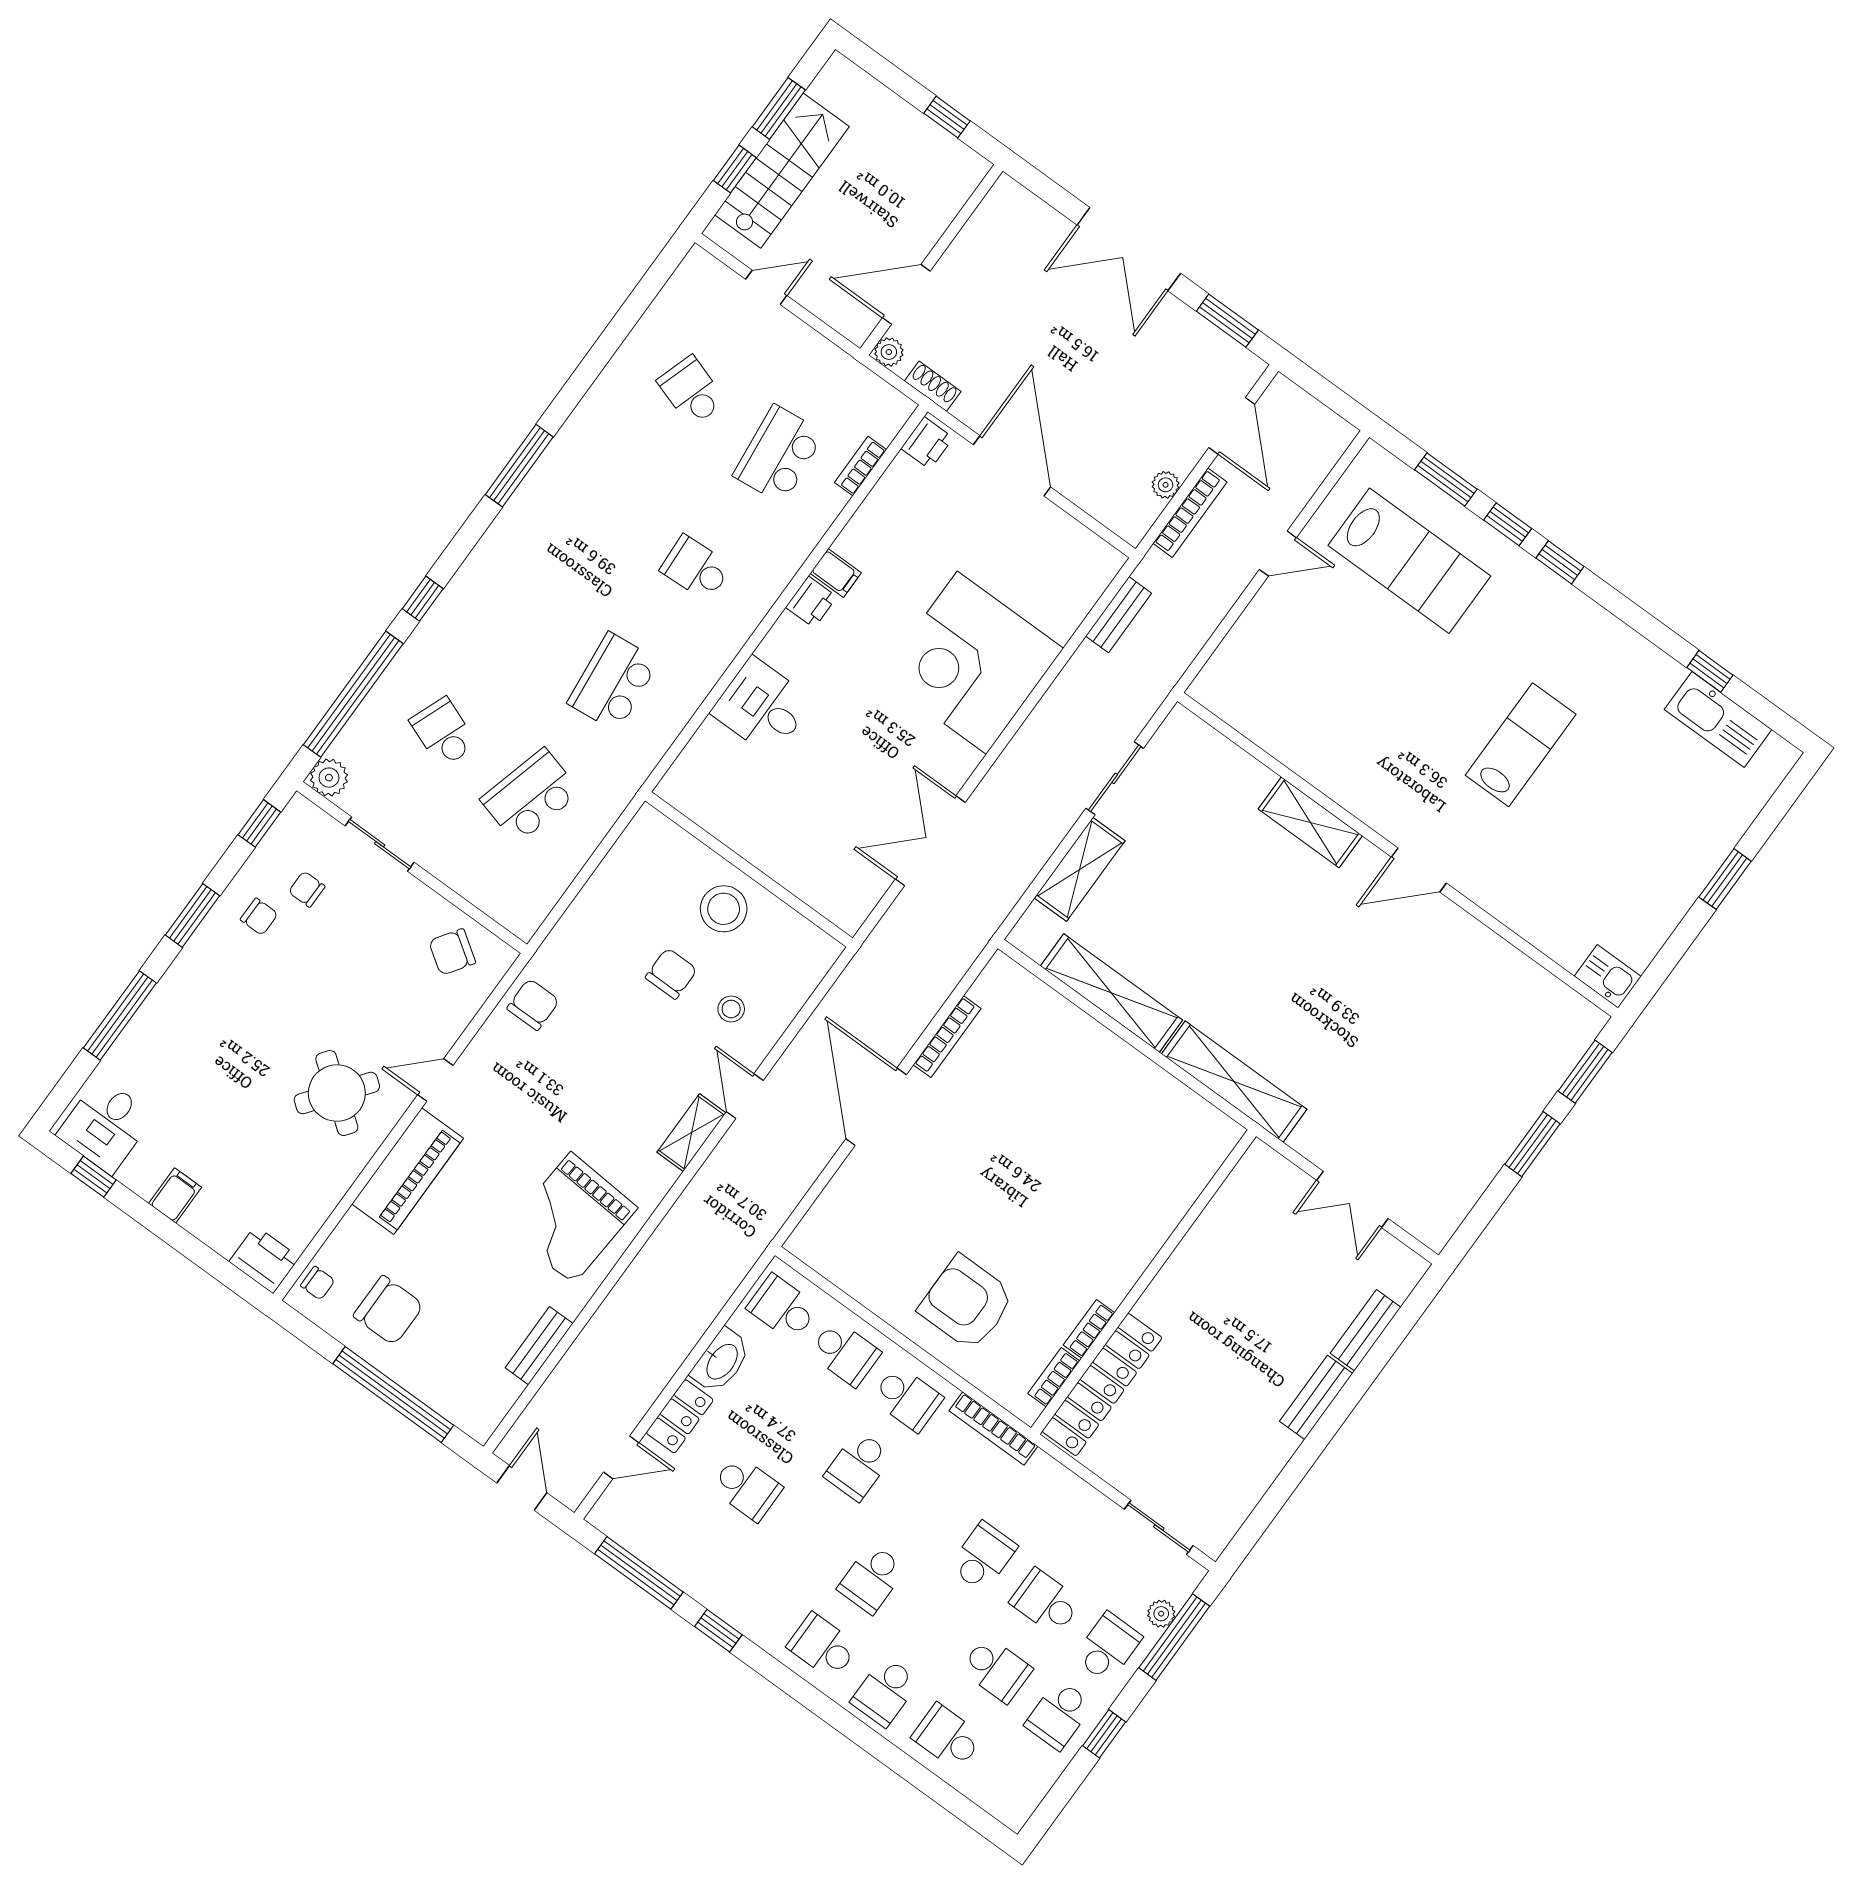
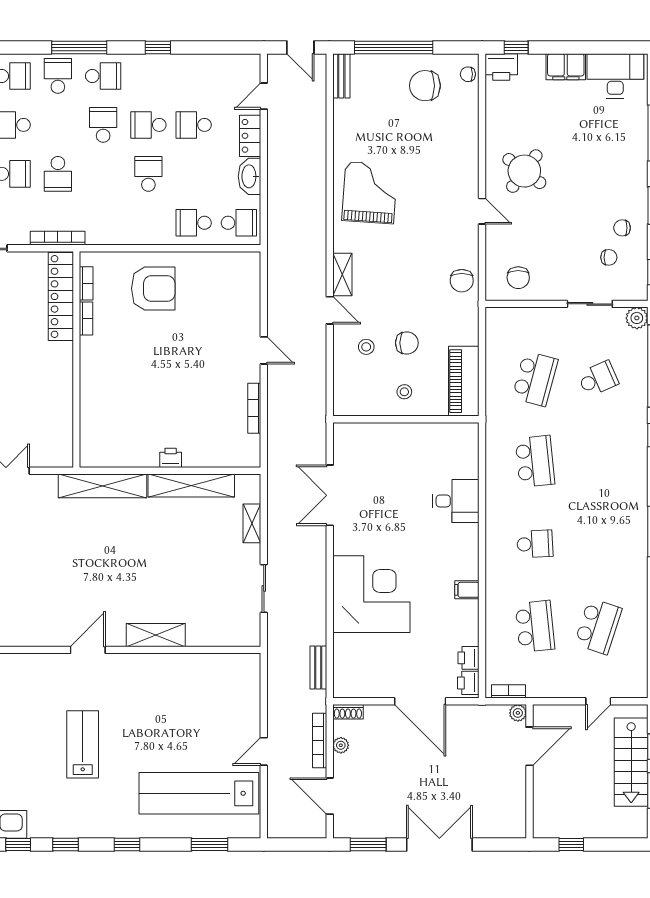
shoe rack: (933, 386) -> (348, 712), moved
school desk: (691, 391) -> (598, 626), width x1.85
bookcase: (861, 466) -> (509, 691), moved, turned -90
window: (1508, 524) -> (66, 844), moved
lab bench: (1409, 561) -> (199, 793), width x1.36
printer: (811, 602) -> (468, 658), moved
school desk: (443, 732) -> (598, 379), turned -45
lab bench: (1521, 745) -> (83, 744), turned 180
double door: (930, 841) -> (330, 495), swing flipped
shelving: (1080, 869) -> (252, 523), width x0.67, depth x0.75
stool: (724, 909) -> (404, 392), width x0.53, depth x0.53
chair: (452, 952) -> (518, 278), turned 146
chair: (671, 974) -> (407, 343), turned -90
printer: (1112, 1052) -> (171, 458), added
door: (435, 1080) -> (482, 211), hinge flipped
door: (876, 1107) -> (264, 350), width x0.53
desk: (105, 1126) -> (615, 76), width x1.37
piano: (408, 1171) -> (464, 381), moved
window: (94, 1177) -> (516, 47), moved
filing cabinet: (175, 1195) -> (566, 67), width x2.00
bench: (539, 1346) -> (341, 76), moved
school desk: (907, 1398) -> (148, 125), moved
bookcase: (993, 1428) -> (58, 238), moved
window: (639, 1573) -> (79, 47), moved

